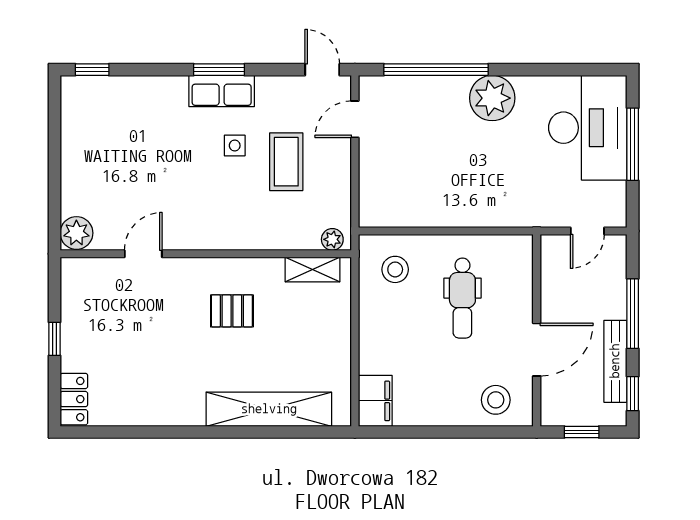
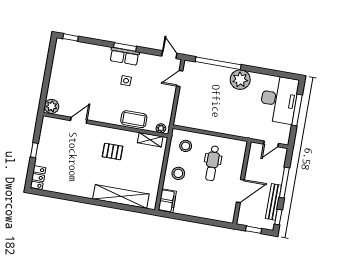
coffee table: (286, 162) -> (134, 119), moved, turned 90
stool: (496, 400) -> (178, 173), moved

